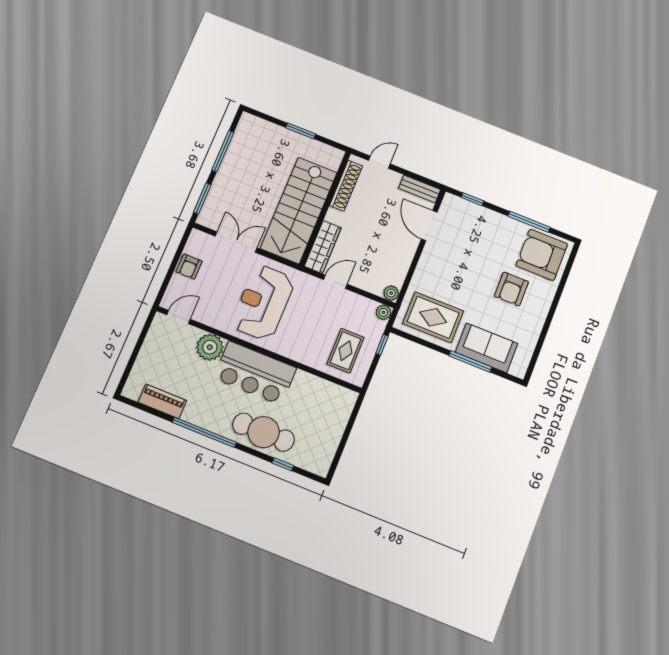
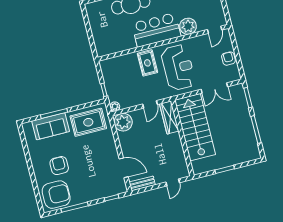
shoe rack: (346, 186) -> (181, 158), removed
plant: (391, 293) -> (123, 122), width x1.88, depth x1.88
rug: (346, 351) -> (147, 63), moved

